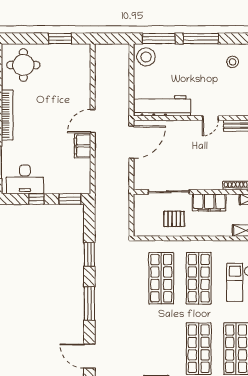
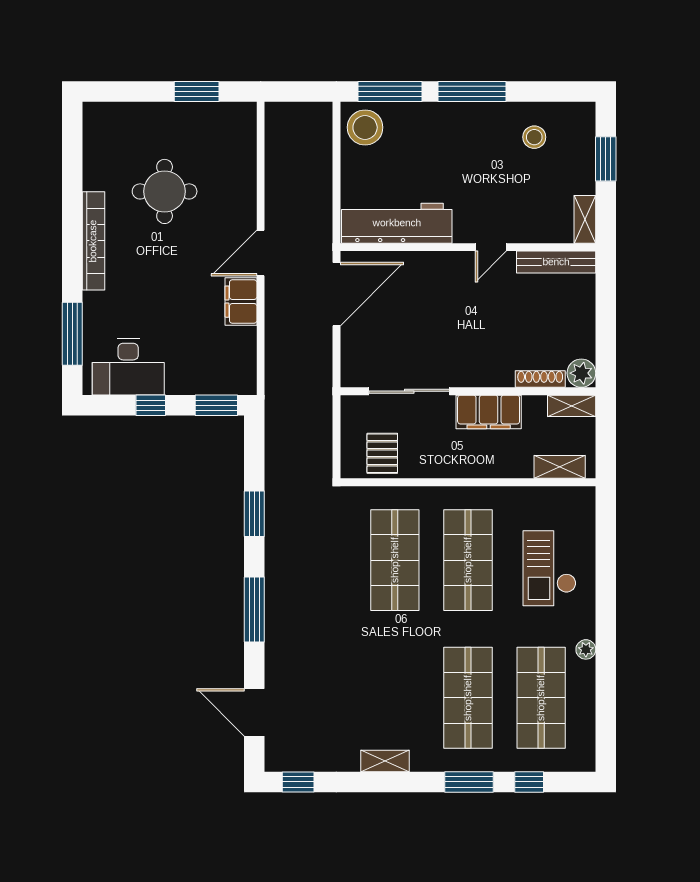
round table: (23, 65) -> (165, 191), moved
pallet: (174, 219) -> (382, 453), moved, turned 90

